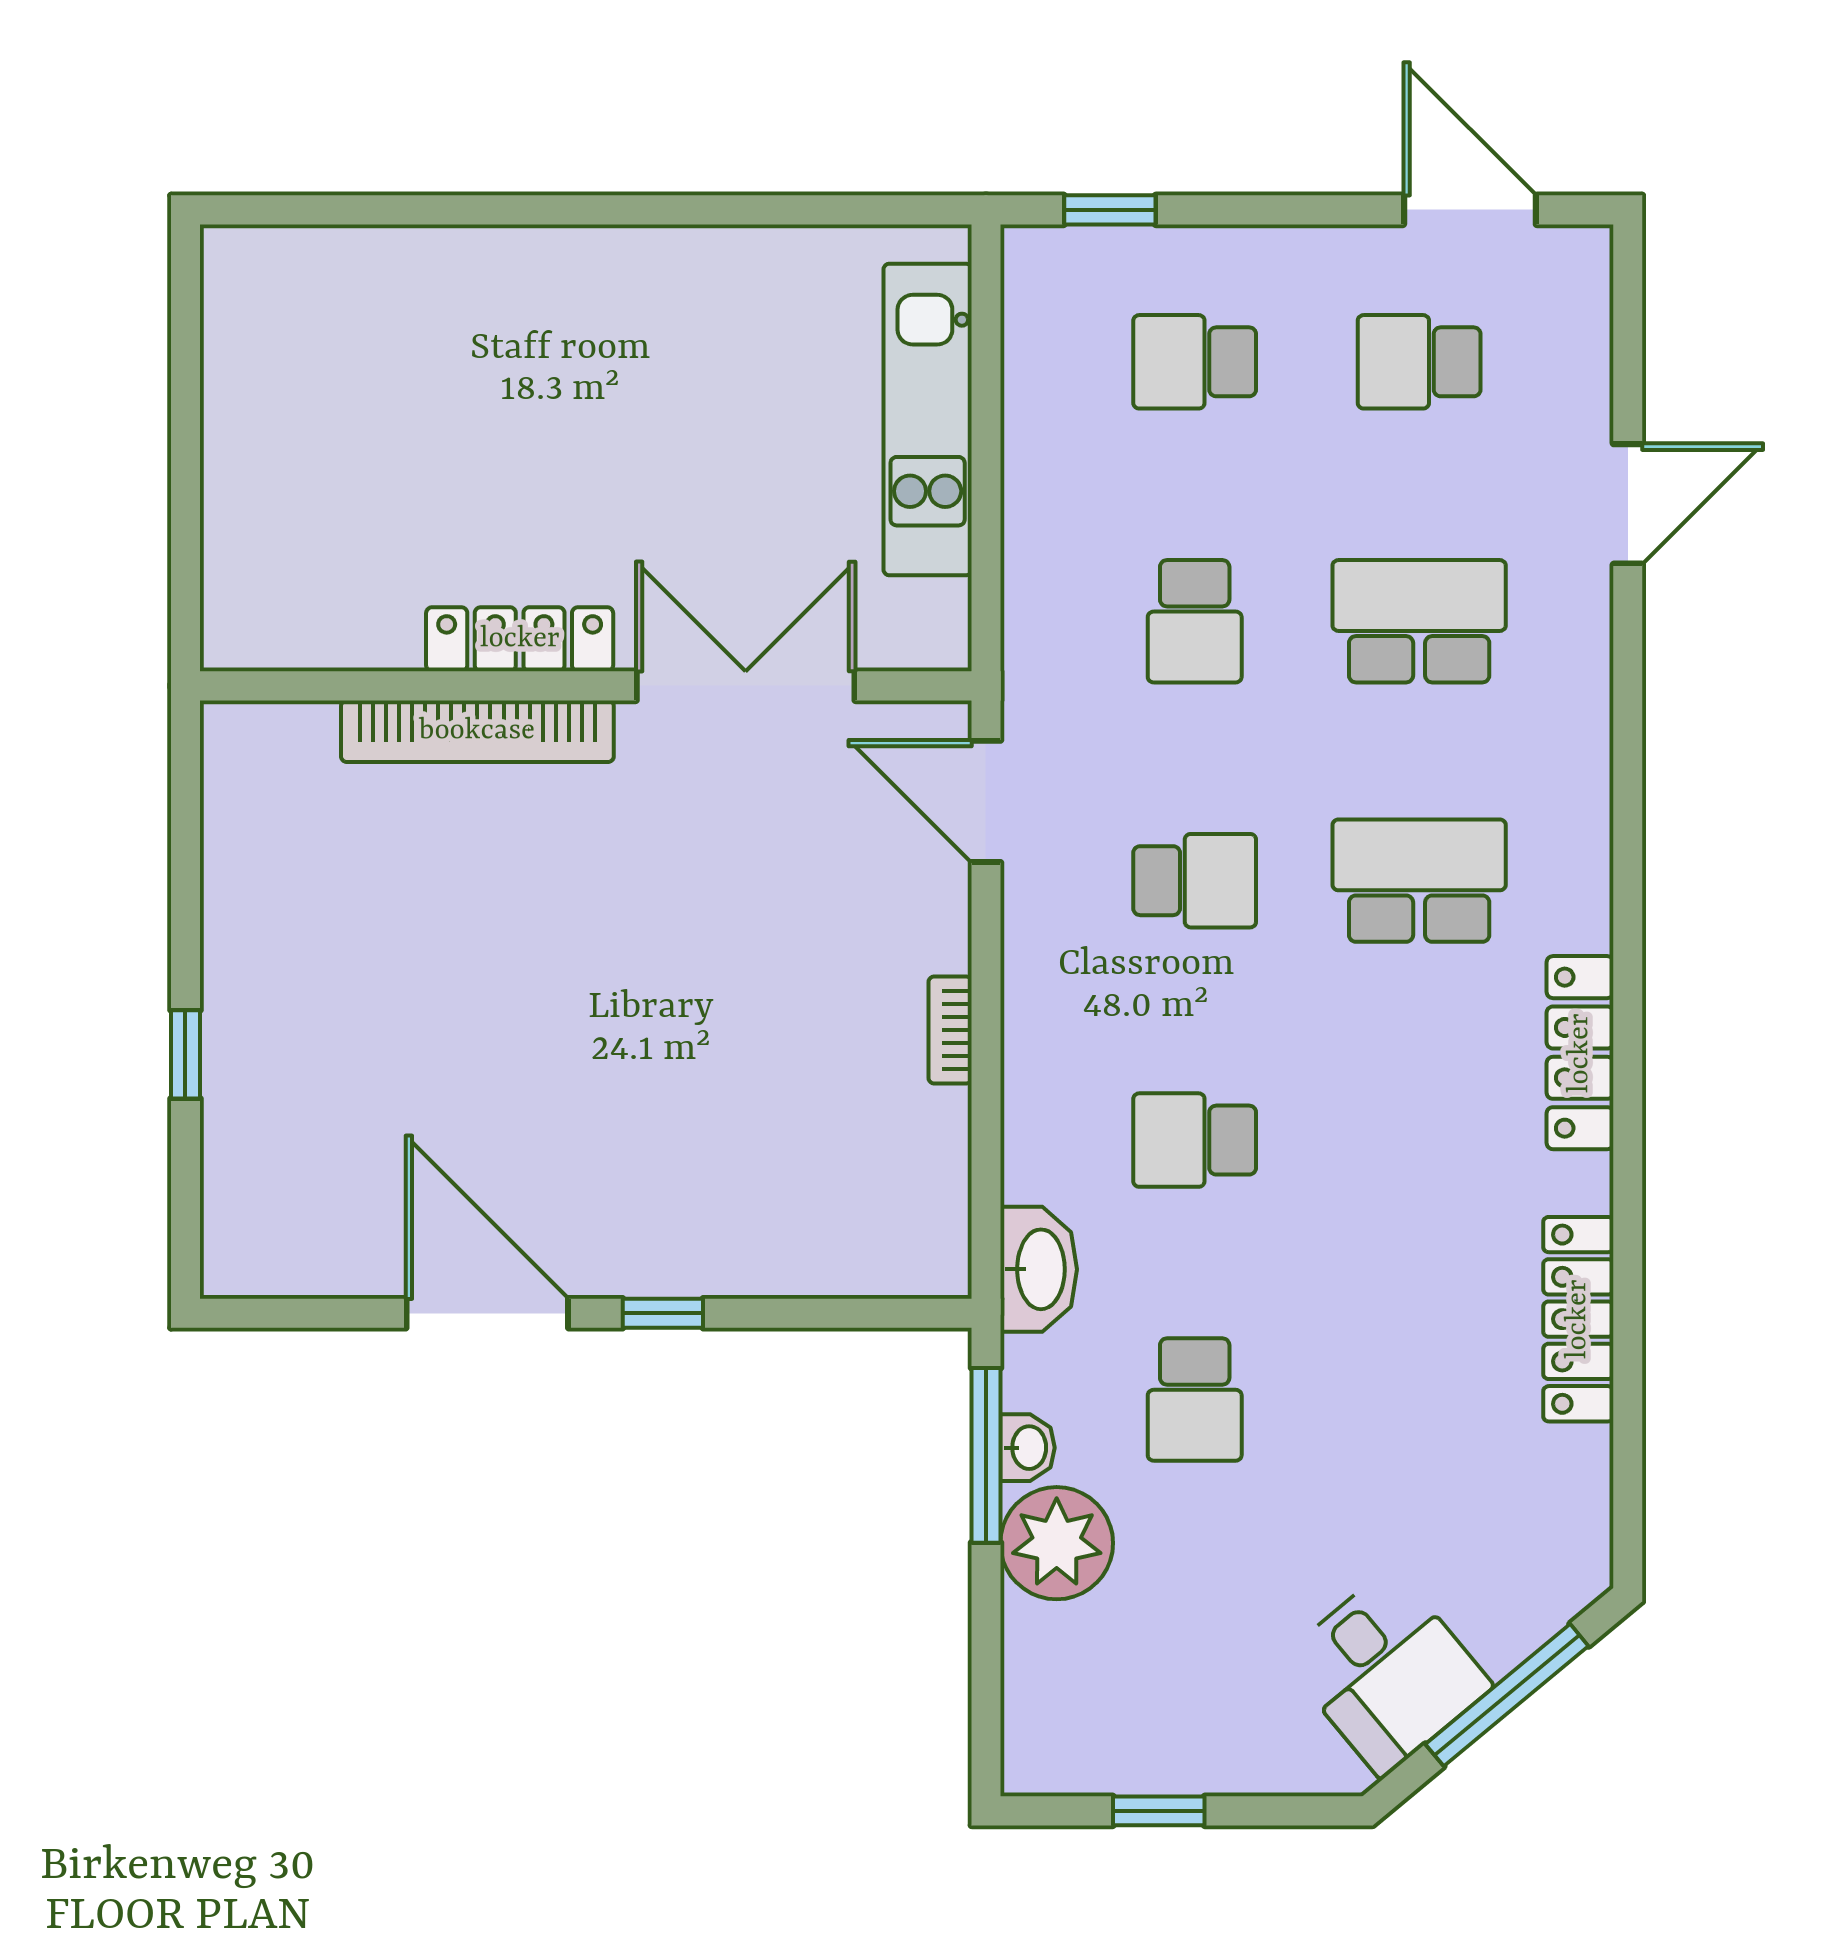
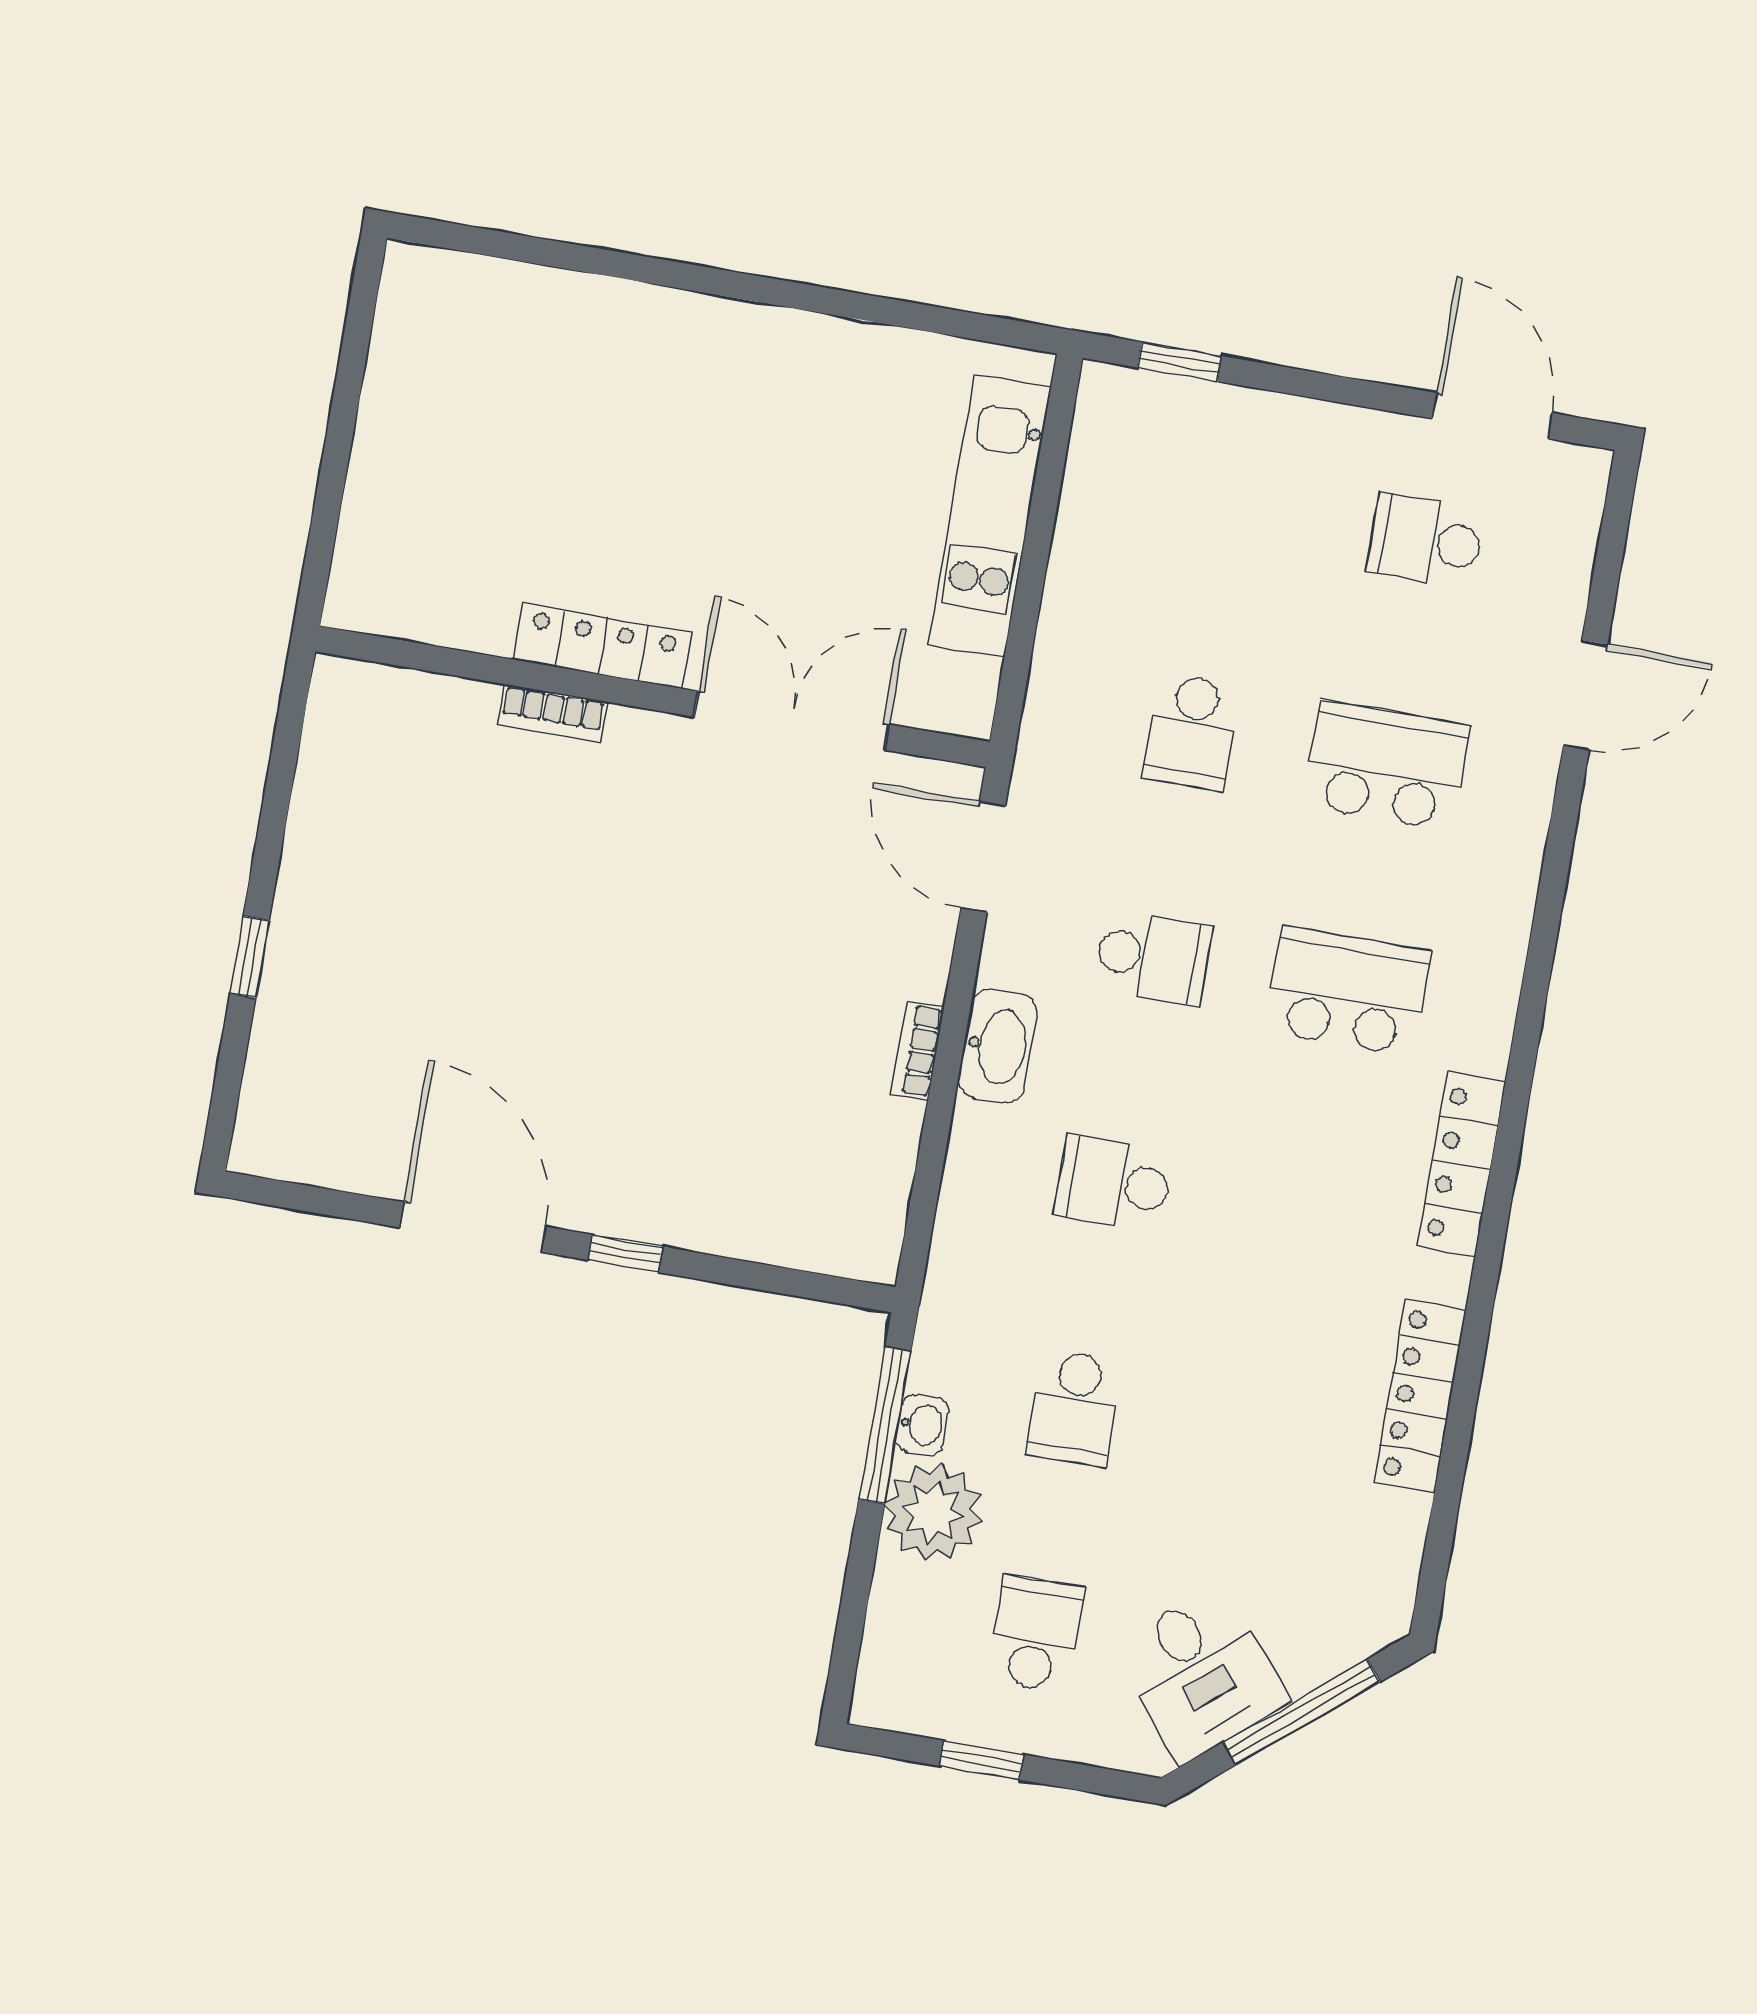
school desk: (1195, 362) -> (1036, 1634), moved, turned 90
bookcase: (477, 731) -> (553, 713), width x0.43, depth x0.76
washbasin: (1039, 1269) -> (998, 1046), moved

